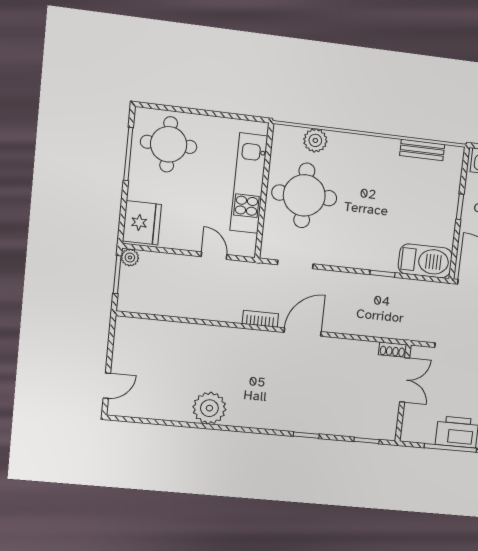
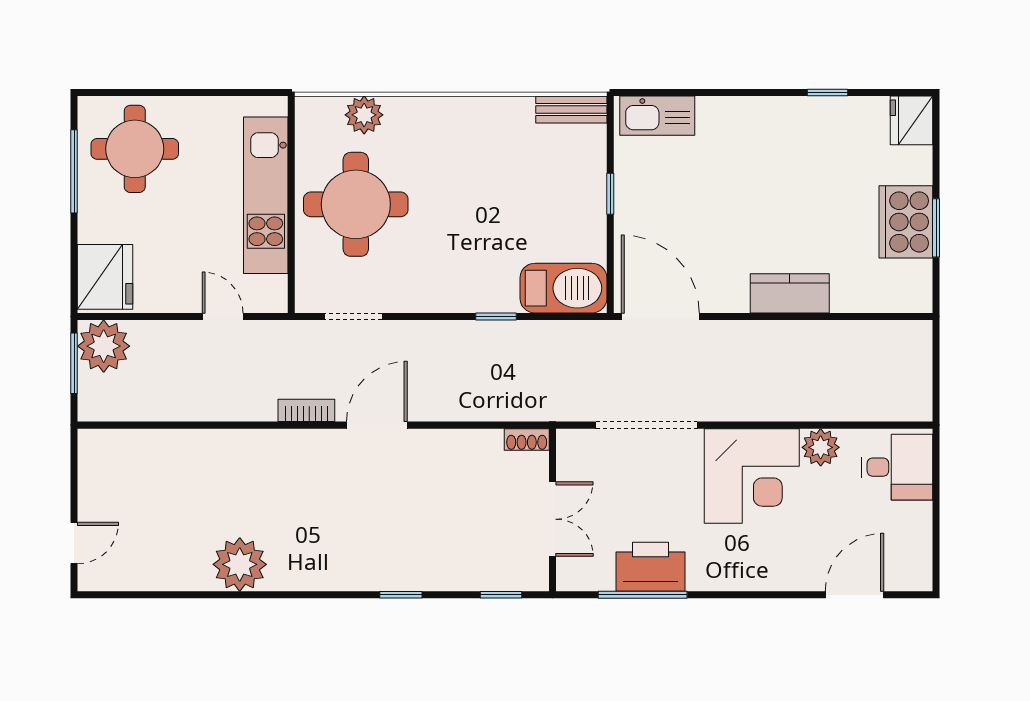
bench: (422, 150) -> (571, 109), moved
plant: (130, 257) -> (104, 346), width x1.88, depth x1.88
double door: (405, 380) -> (553, 519), moved

